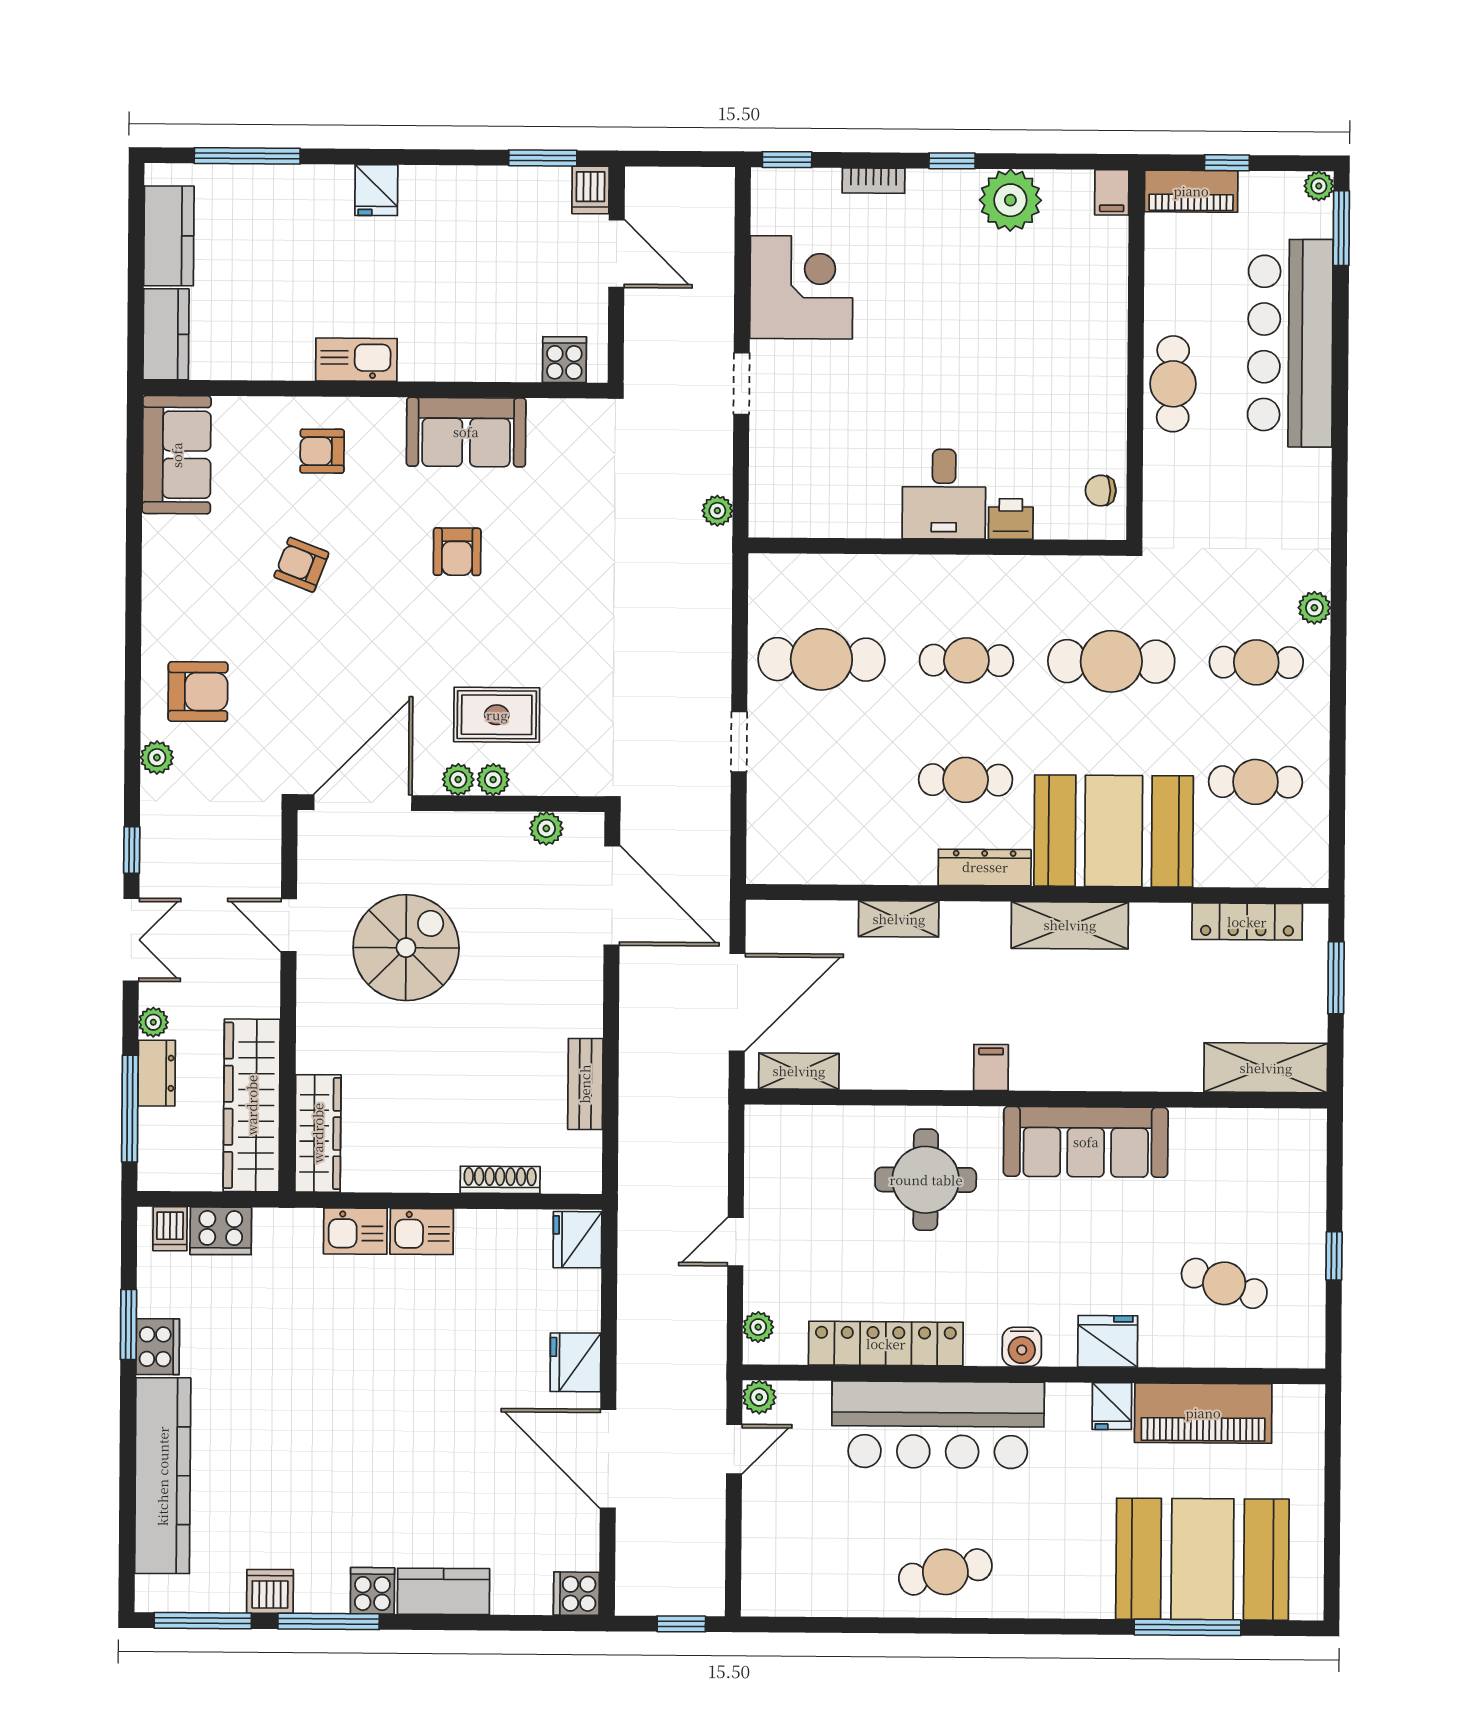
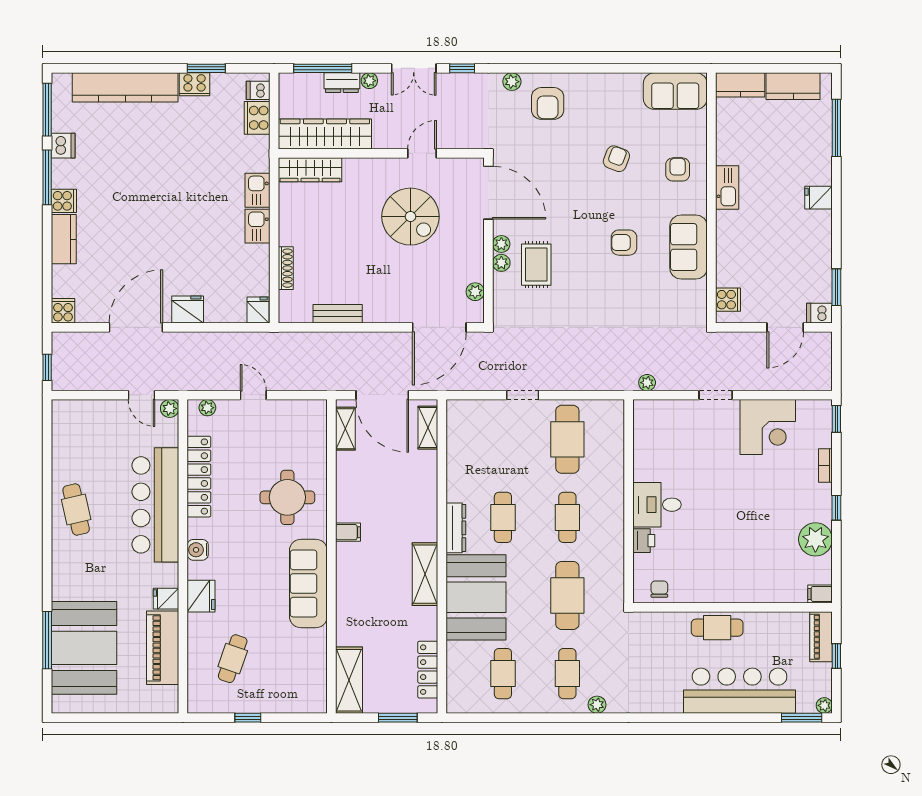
shelving: (899, 919) -> (428, 428), moved
fridge: (577, 1240) -> (258, 310), width x0.72

